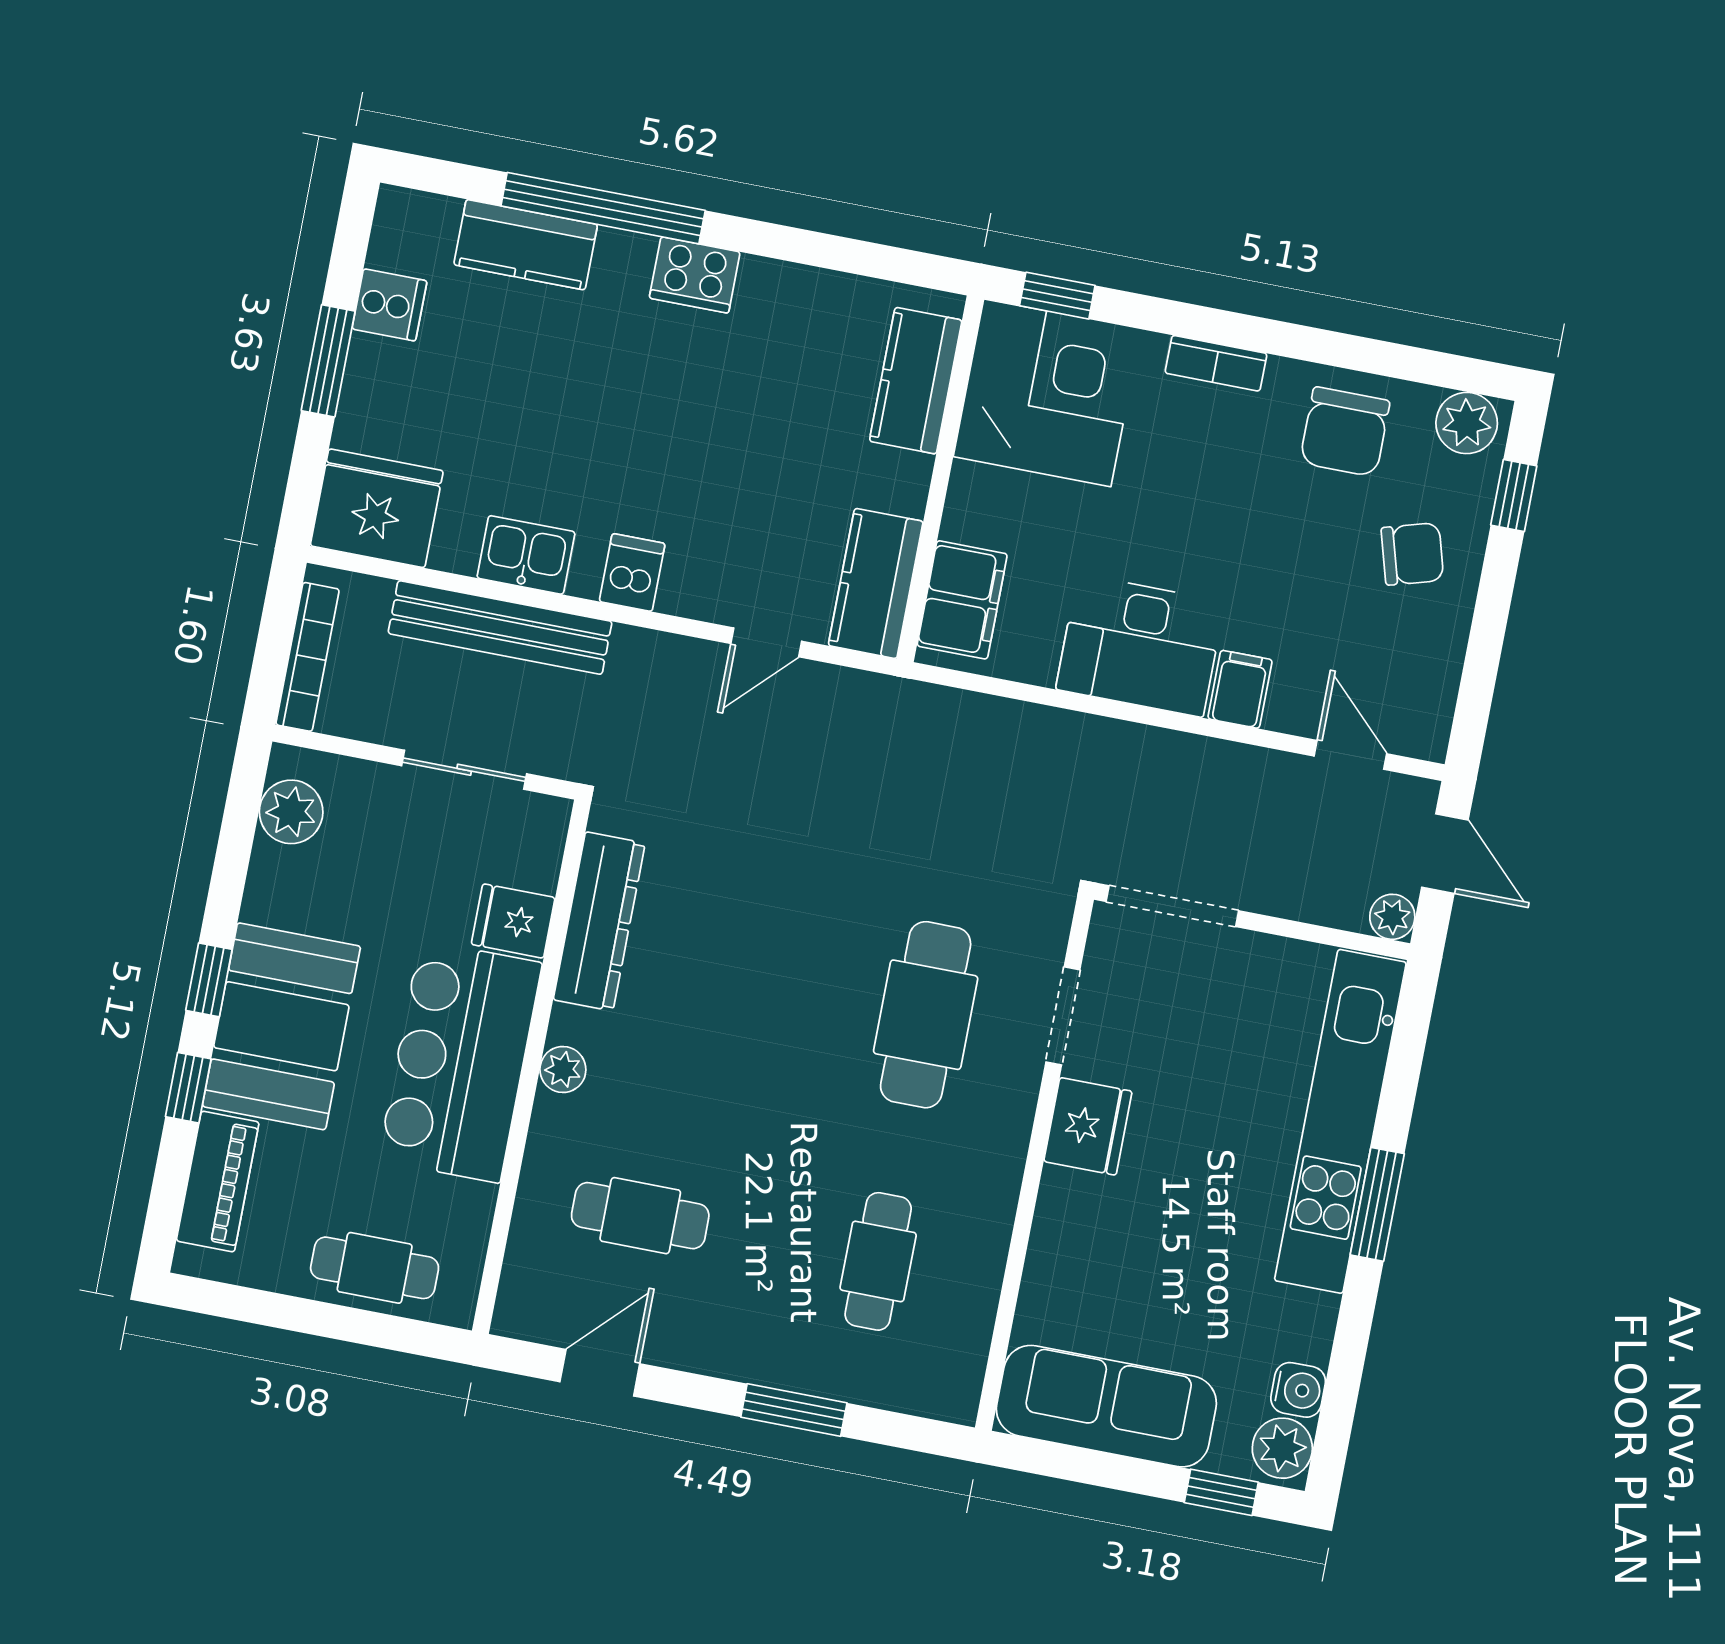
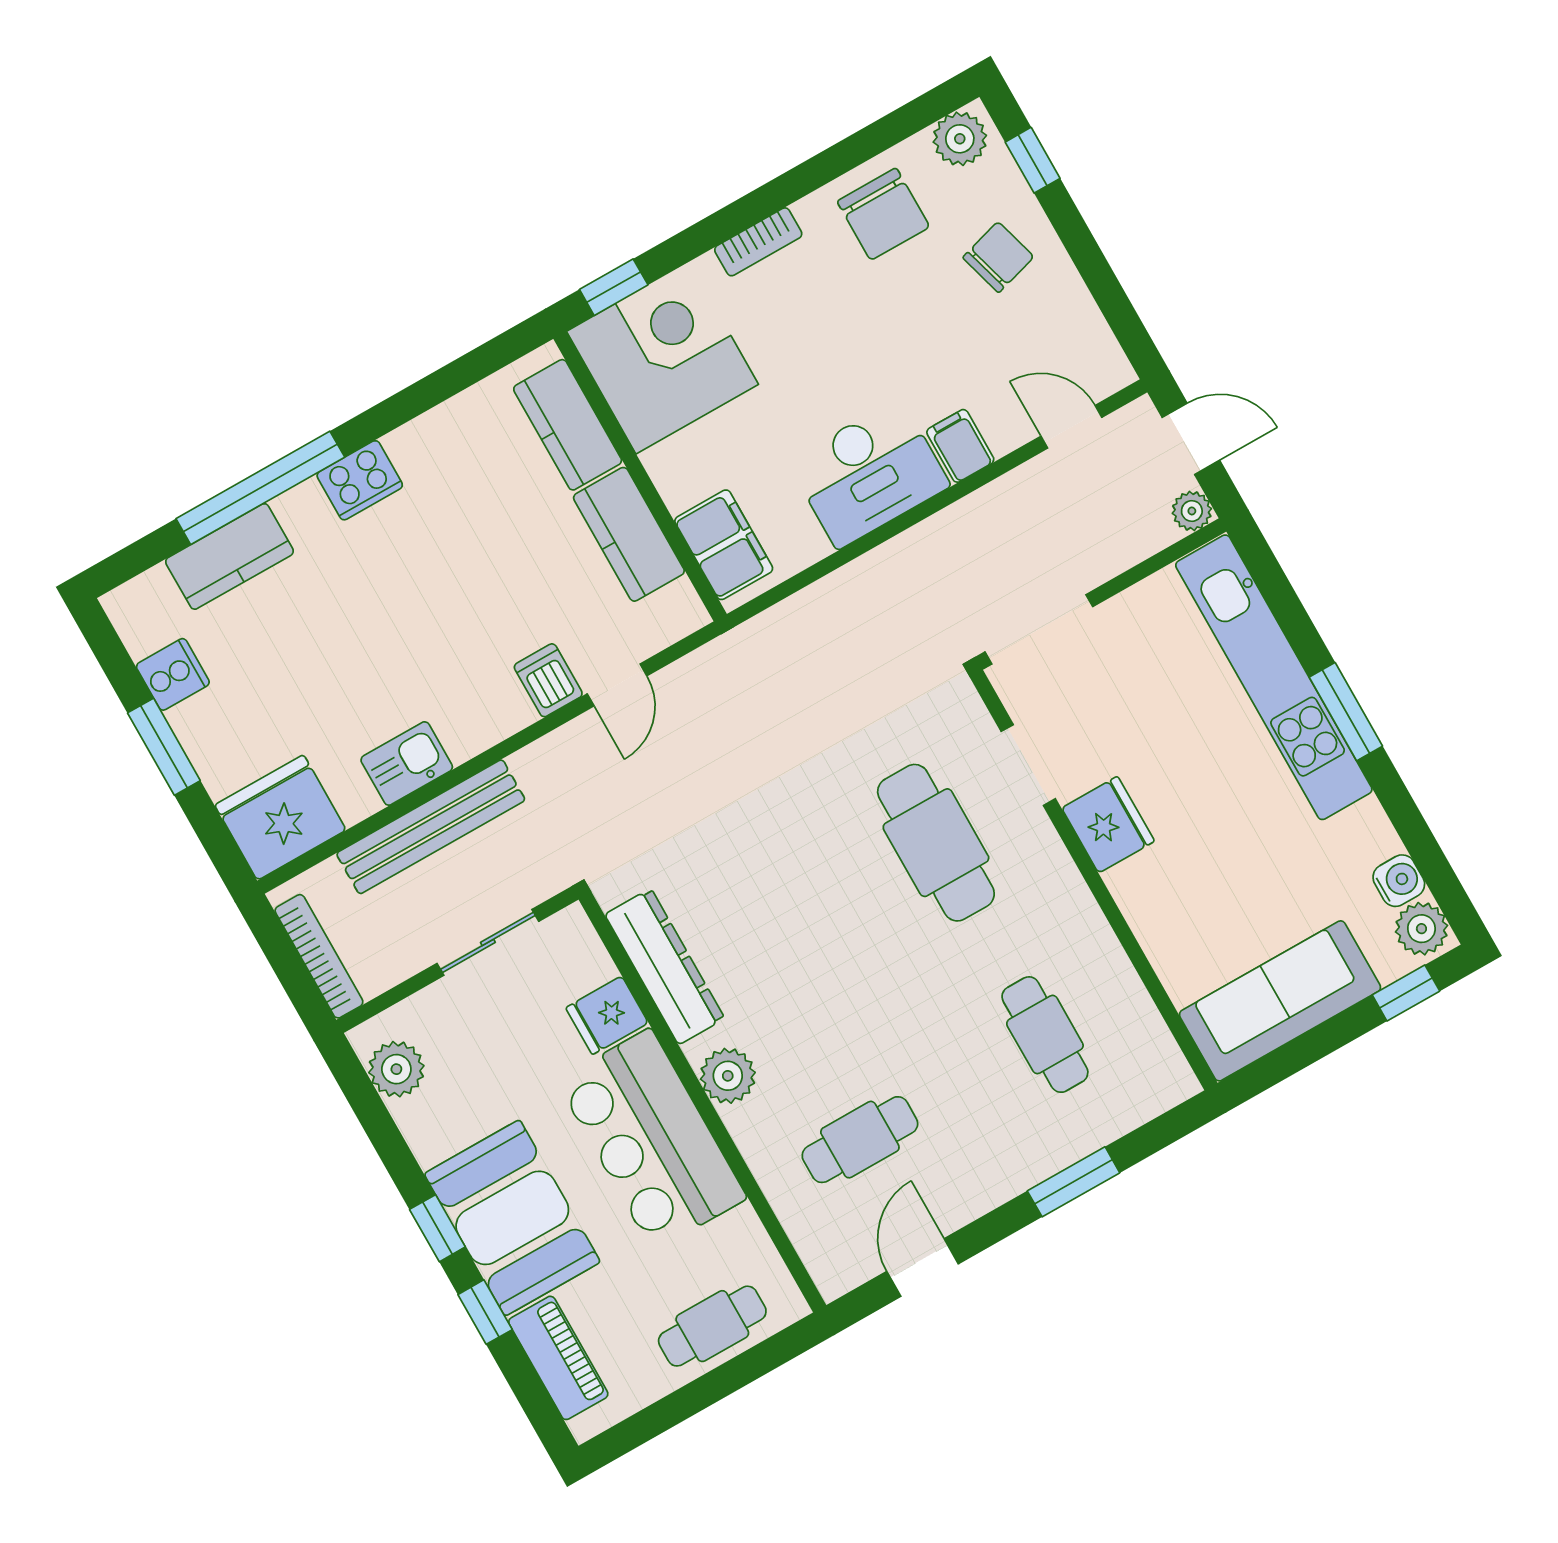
dishwasher: (632, 572) -> (548, 680), moved
kitchen counter: (876, 583) -> (629, 534), moved
plant: (563, 1069) -> (728, 1076), width x1.38, depth x1.38

